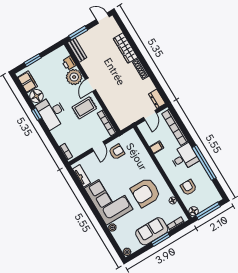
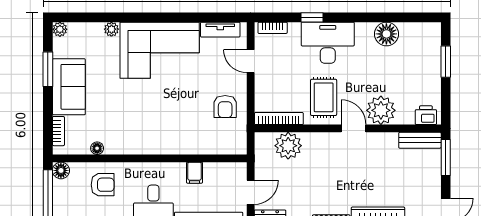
printer: (69, 63) -> (426, 115), moved
filing cabinet: (27, 82) -> (417, 33), removed
plant: (117, 111) -> (288, 146), added
desk: (52, 112) -> (328, 43), moved
window: (37, 114) -> (312, 17), moved
door: (150, 115) -> (251, 192), swing flipped
door: (98, 146) -> (251, 61), moved
armchair: (146, 192) -> (135, 114), removed
window: (161, 239) -> (48, 69), moved

